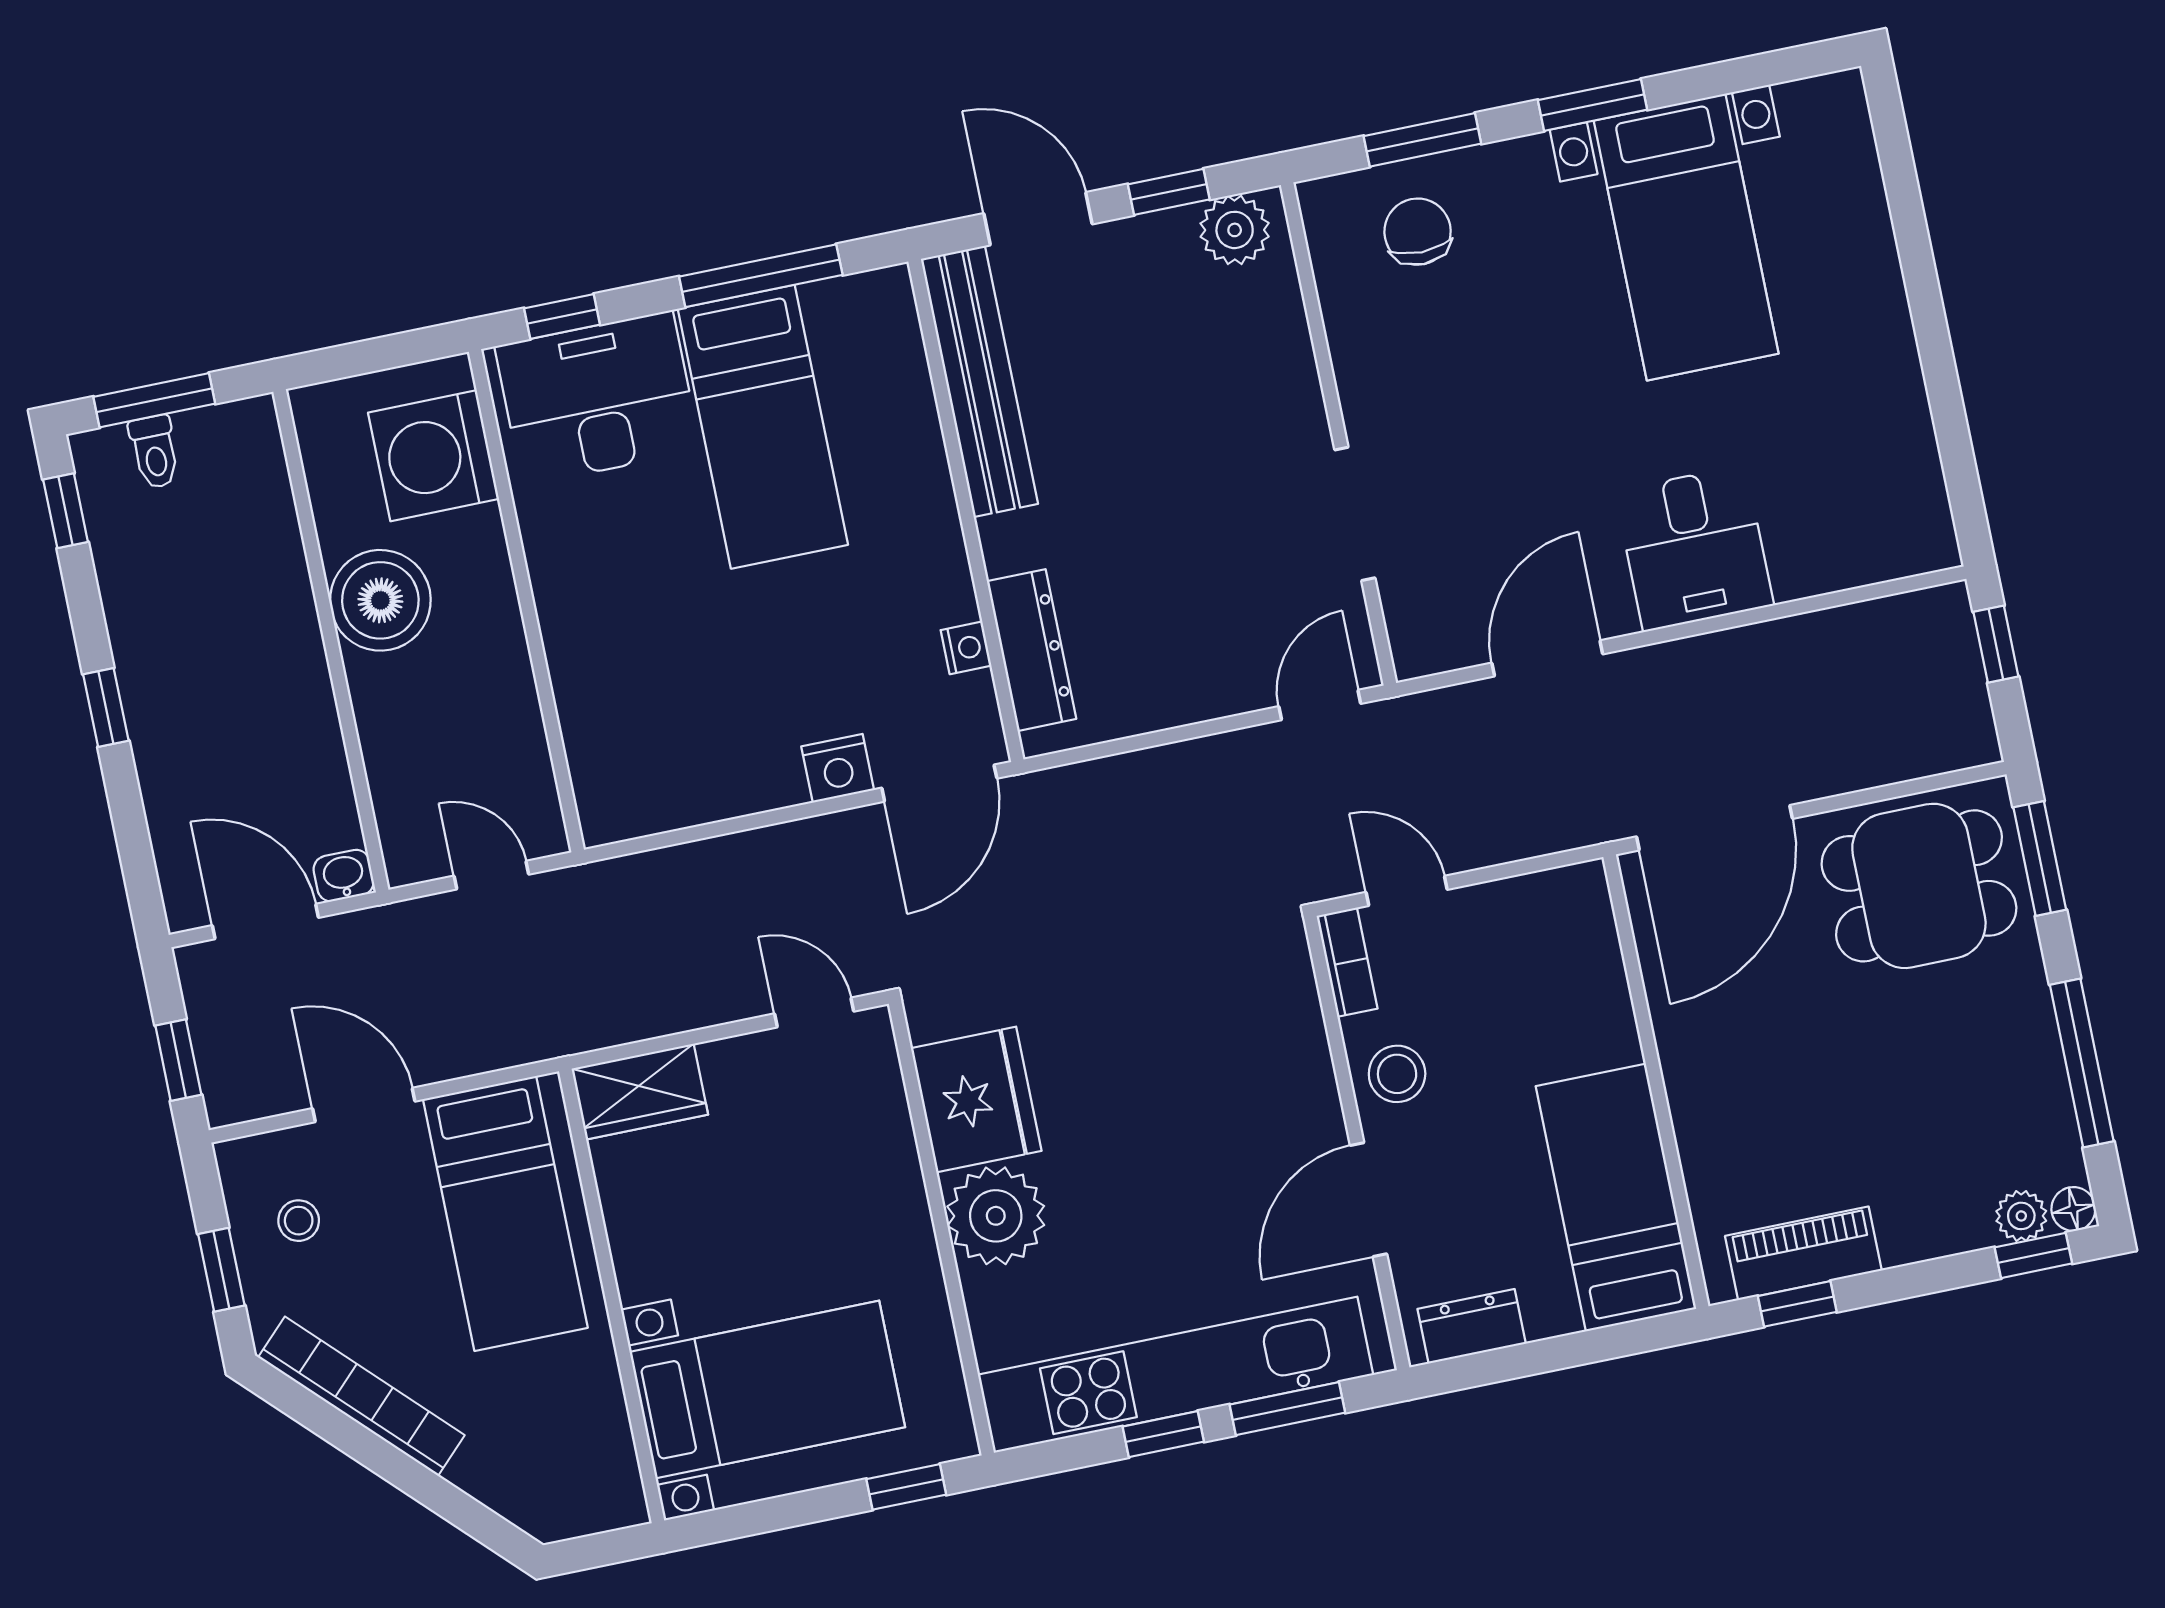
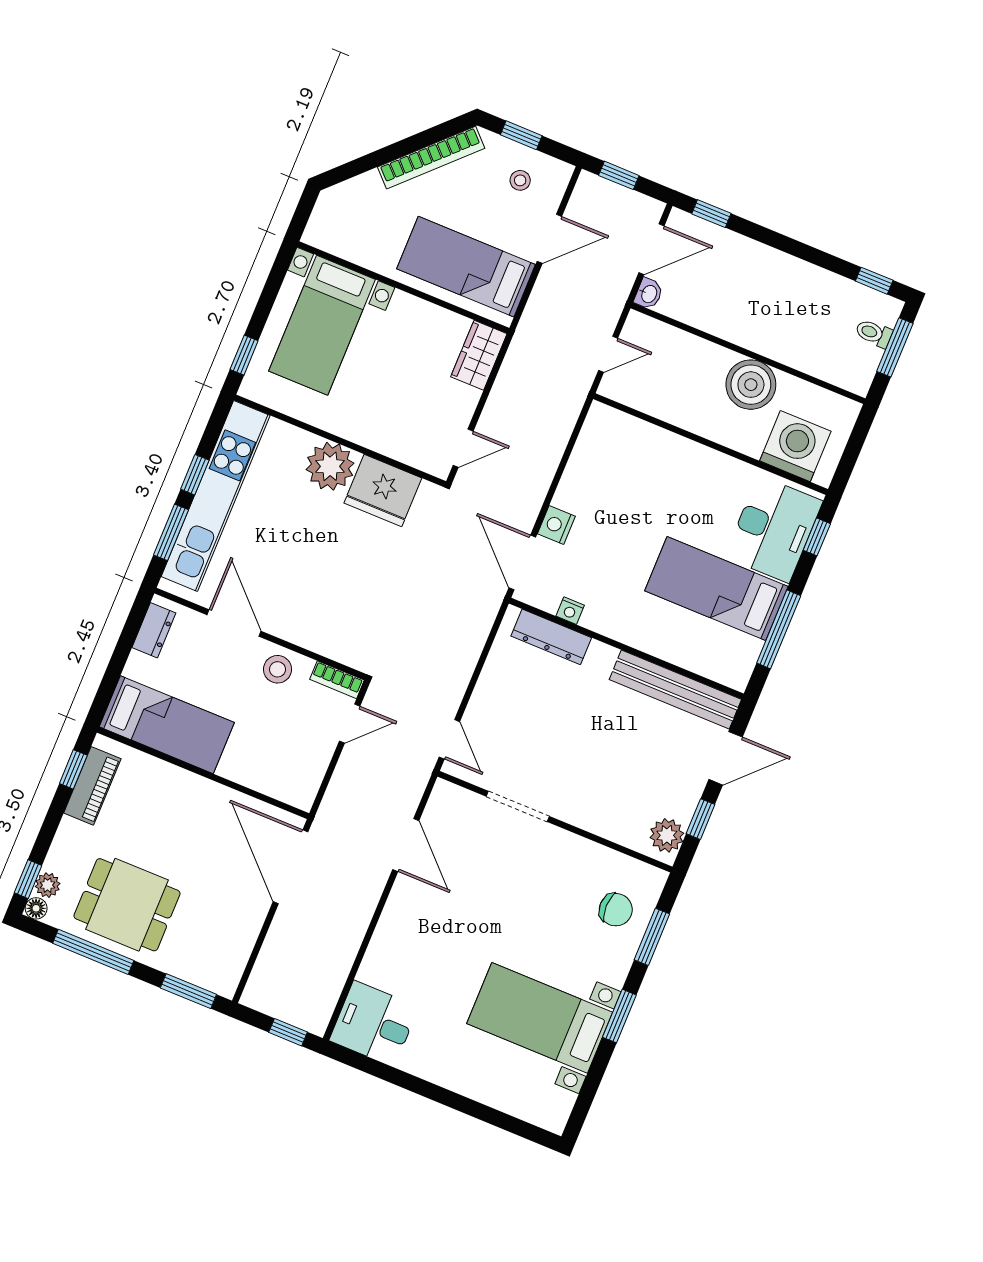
desk: (1694, 548) -> (374, 1024), moved
window: (106, 707) -> (711, 214), moved
dining table: (1919, 886) -> (127, 905), moved, turned 90

